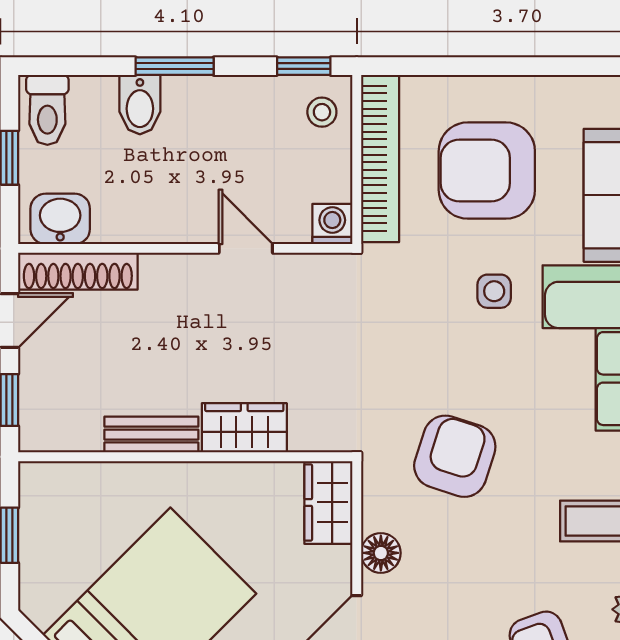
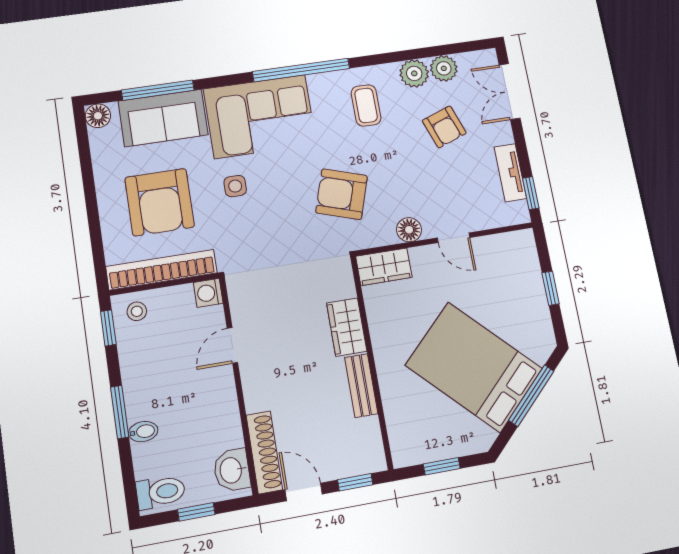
bidet: (140, 105) -> (143, 432), width x0.72, depth x0.74

